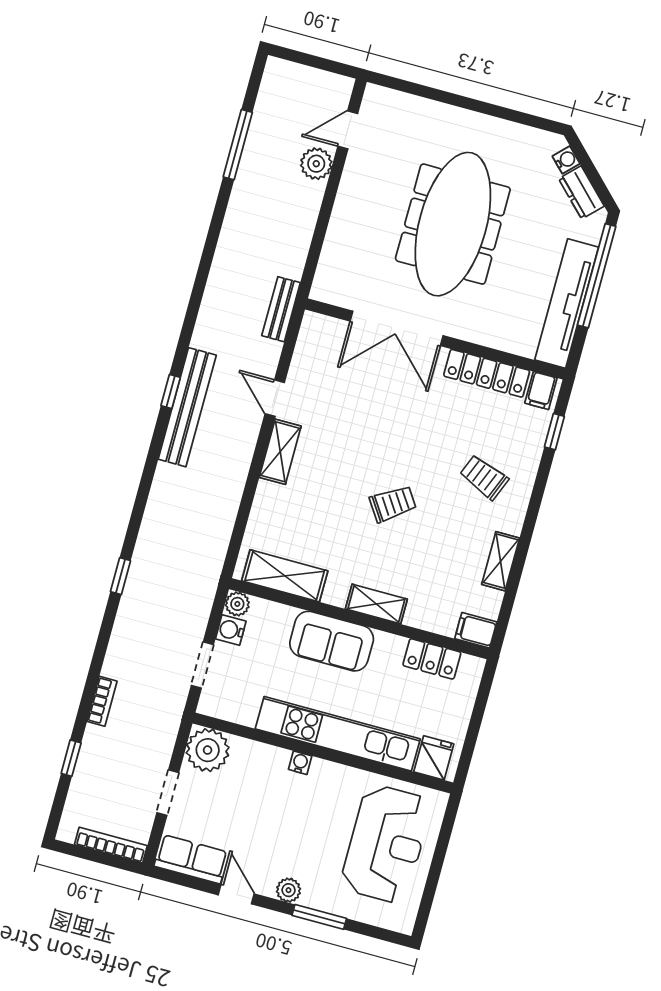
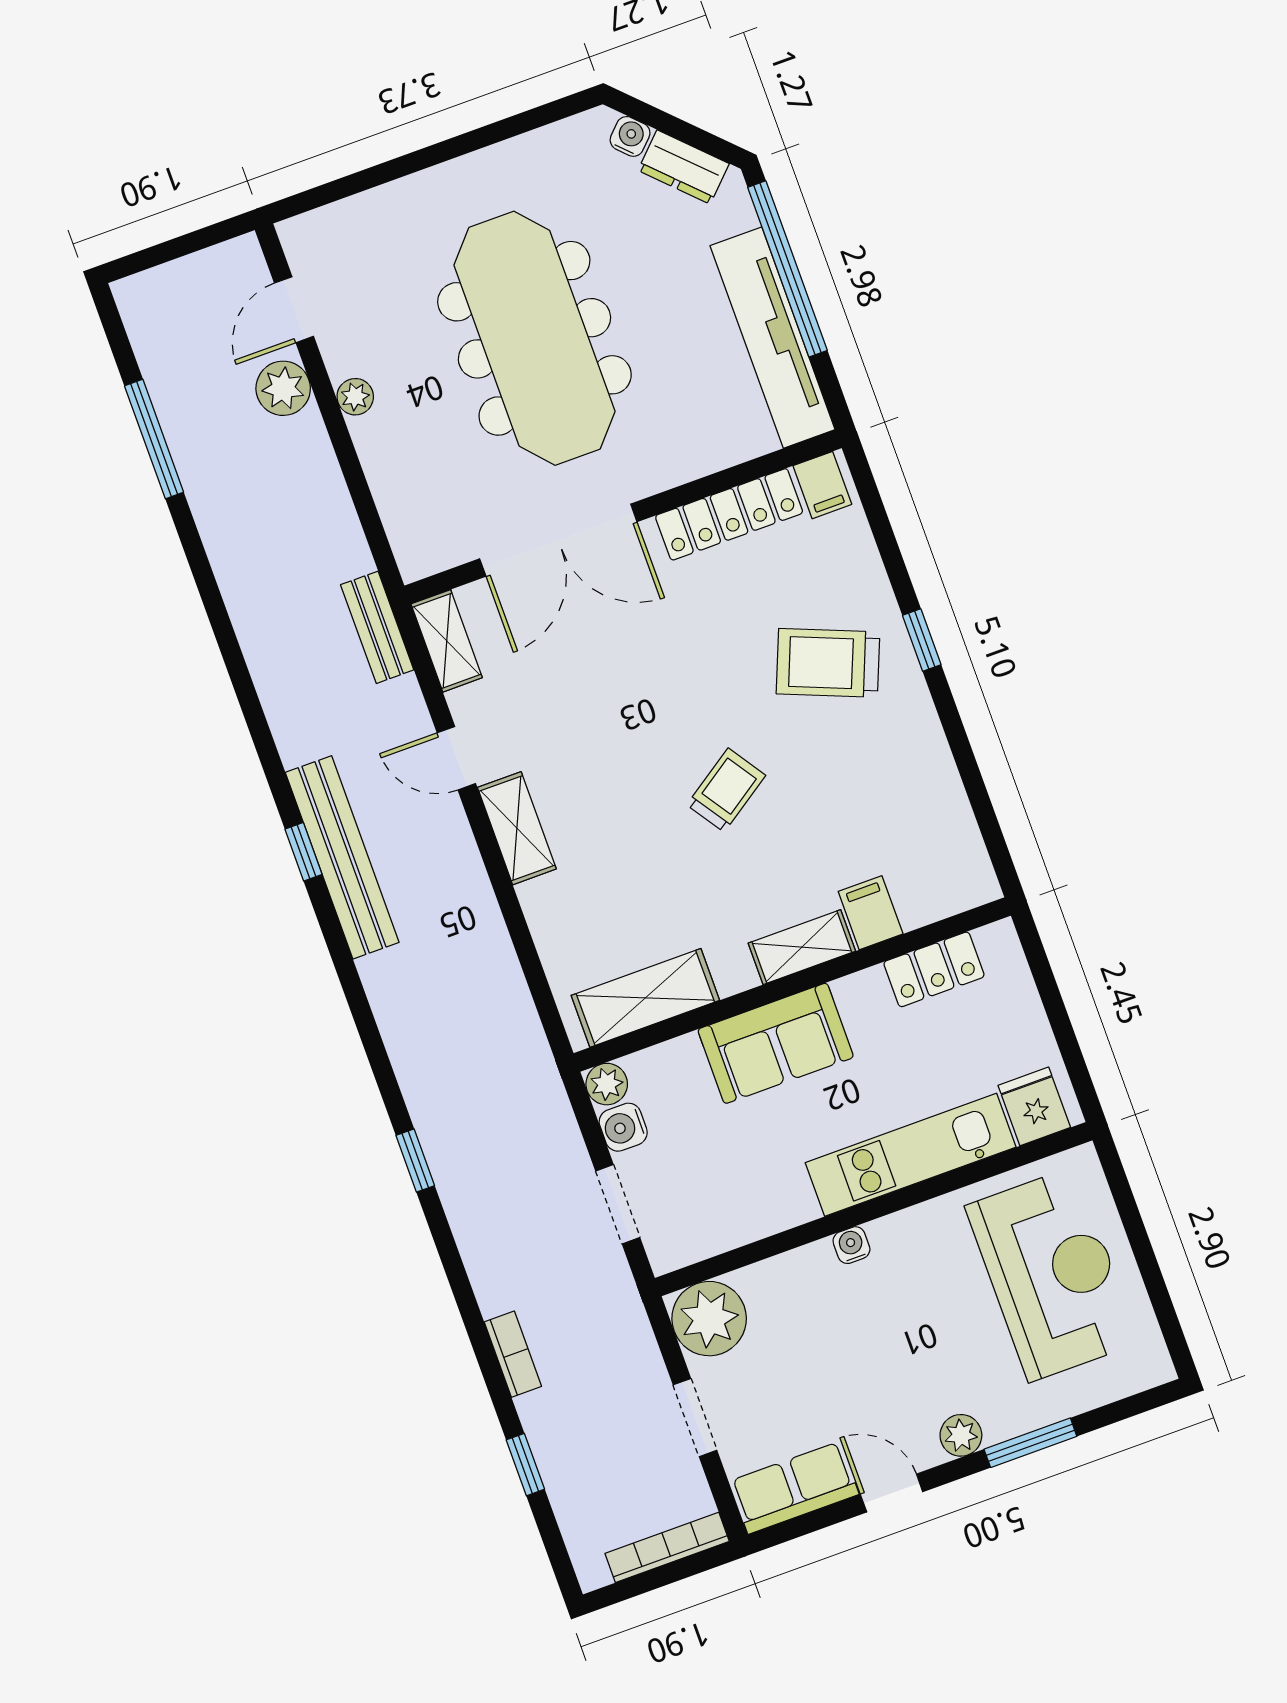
plant: (348, 192) -> (355, 397), added
window: (554, 432) -> (922, 640), moved
trolley: (484, 477) -> (828, 663), width x1.36, depth x1.39
shelving: (501, 561) -> (447, 641), moved
filing cabinet: (476, 630) -> (871, 913), moved, turned 90
kitchen unit: (338, 734) -> (911, 1155), width x0.73

